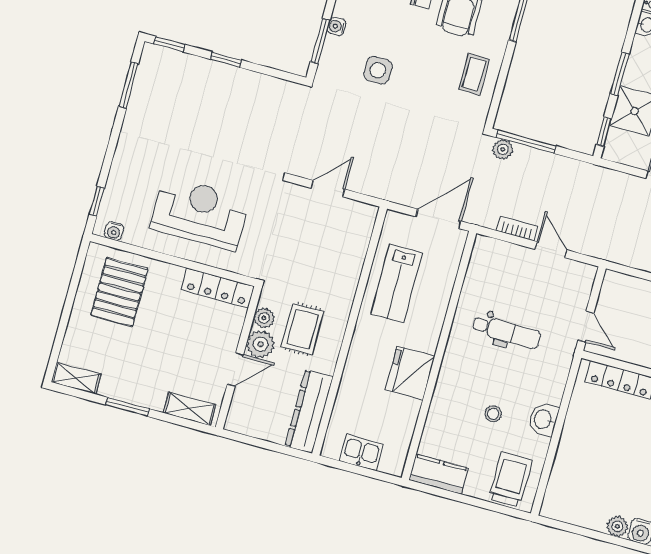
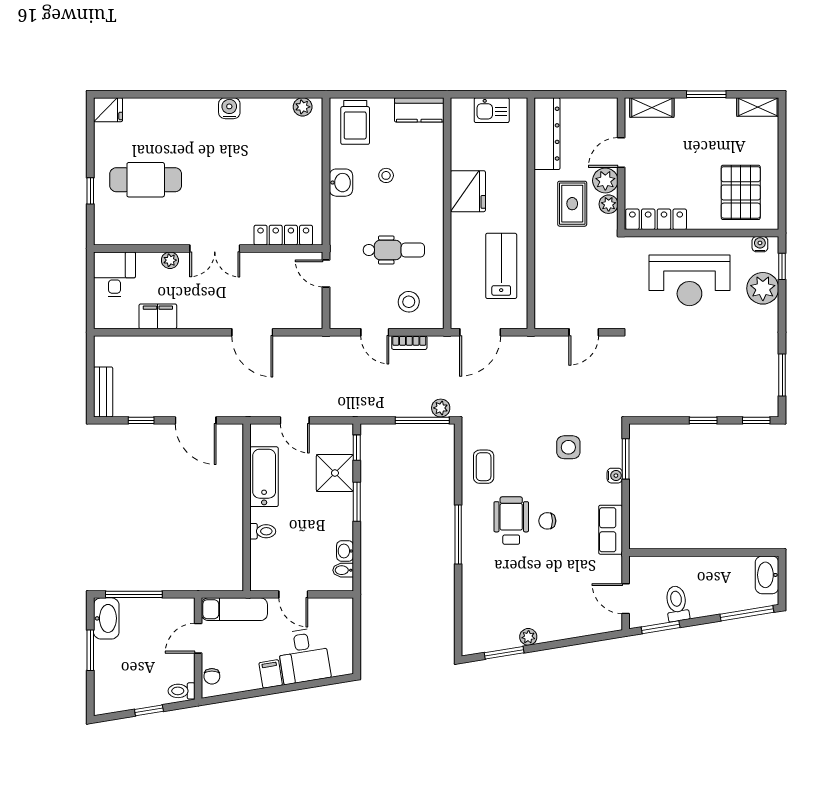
plant: (124, 183) -> (763, 288), added
stool: (506, 272) -> (409, 302), added
dental chair: (507, 332) -> (394, 250), turned 180
plant: (617, 526) -> (303, 107), moved

